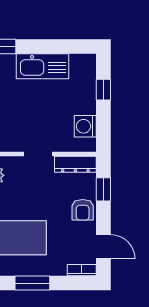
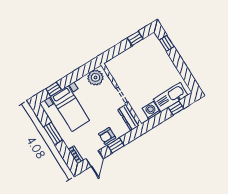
kitchen sink: (42, 66) -> (171, 97), moved, turned 90
window: (103, 189) -> (116, 145), moved

